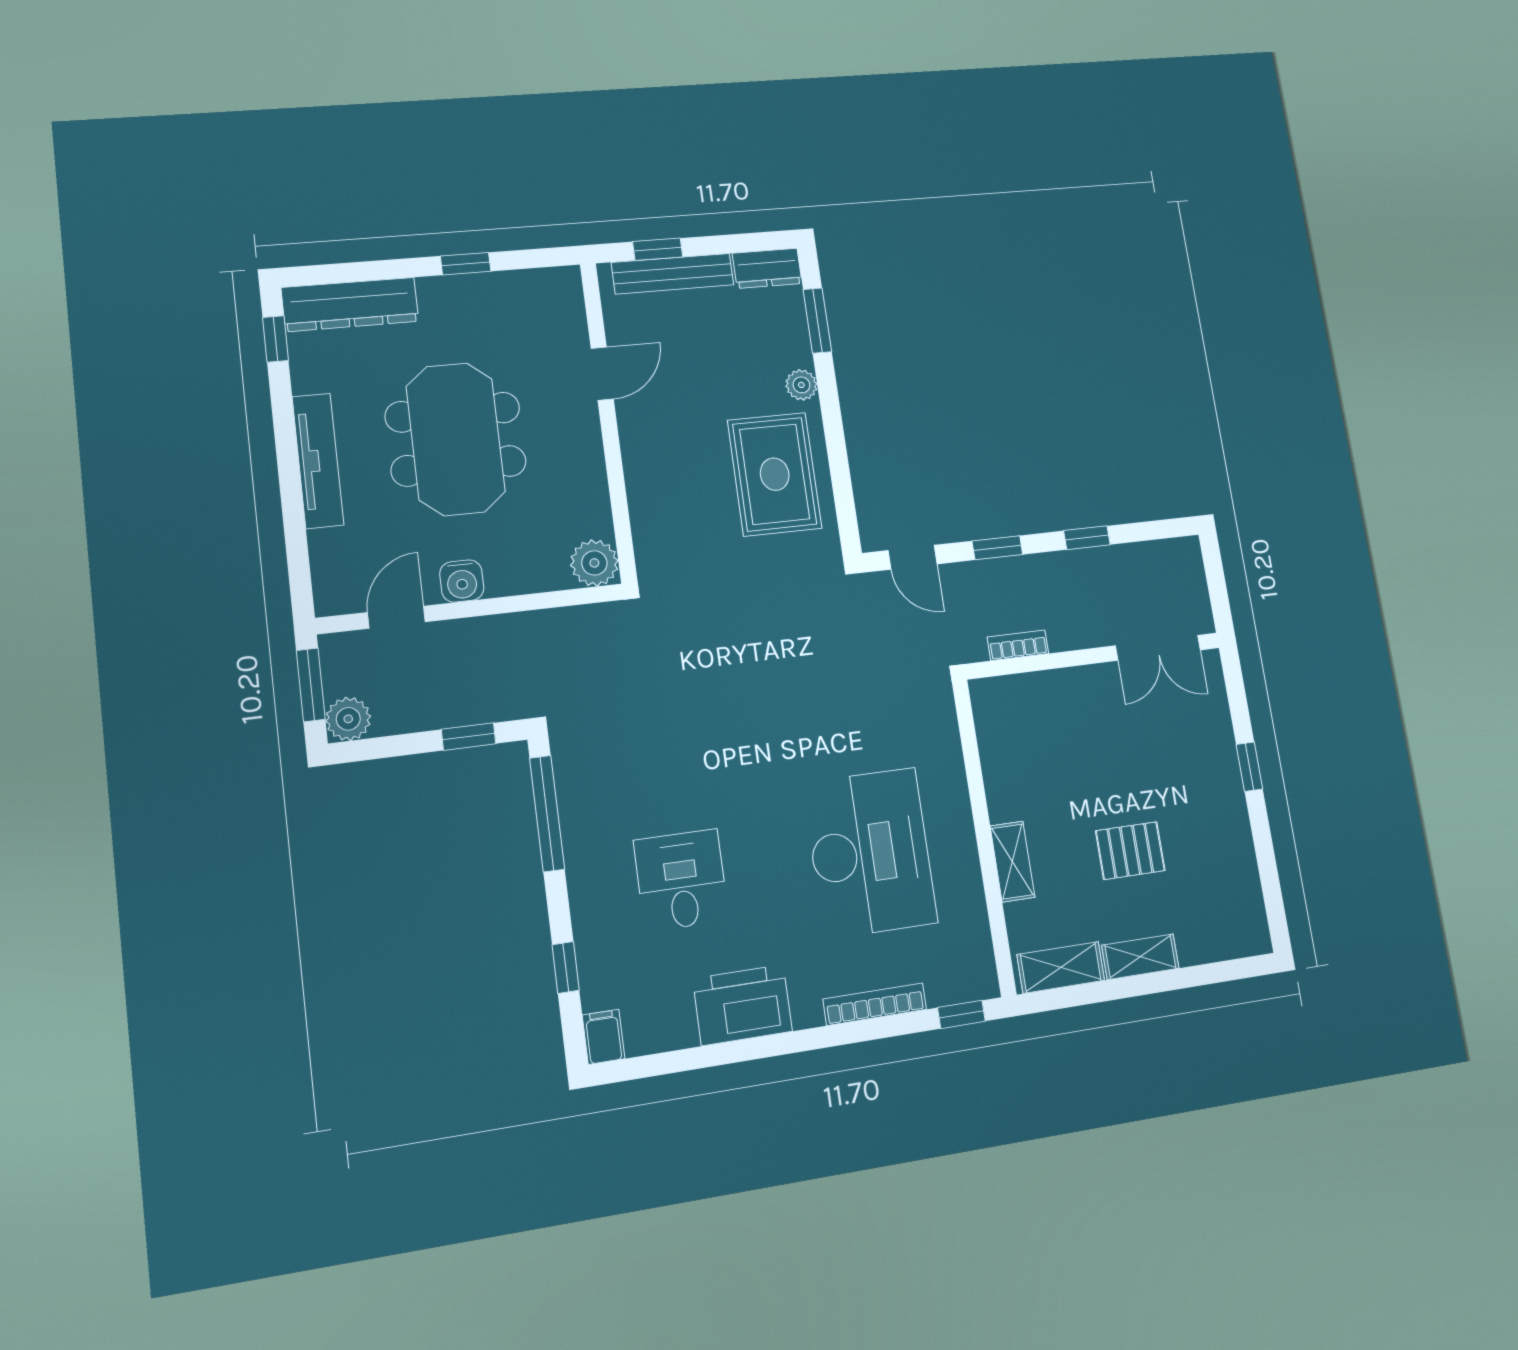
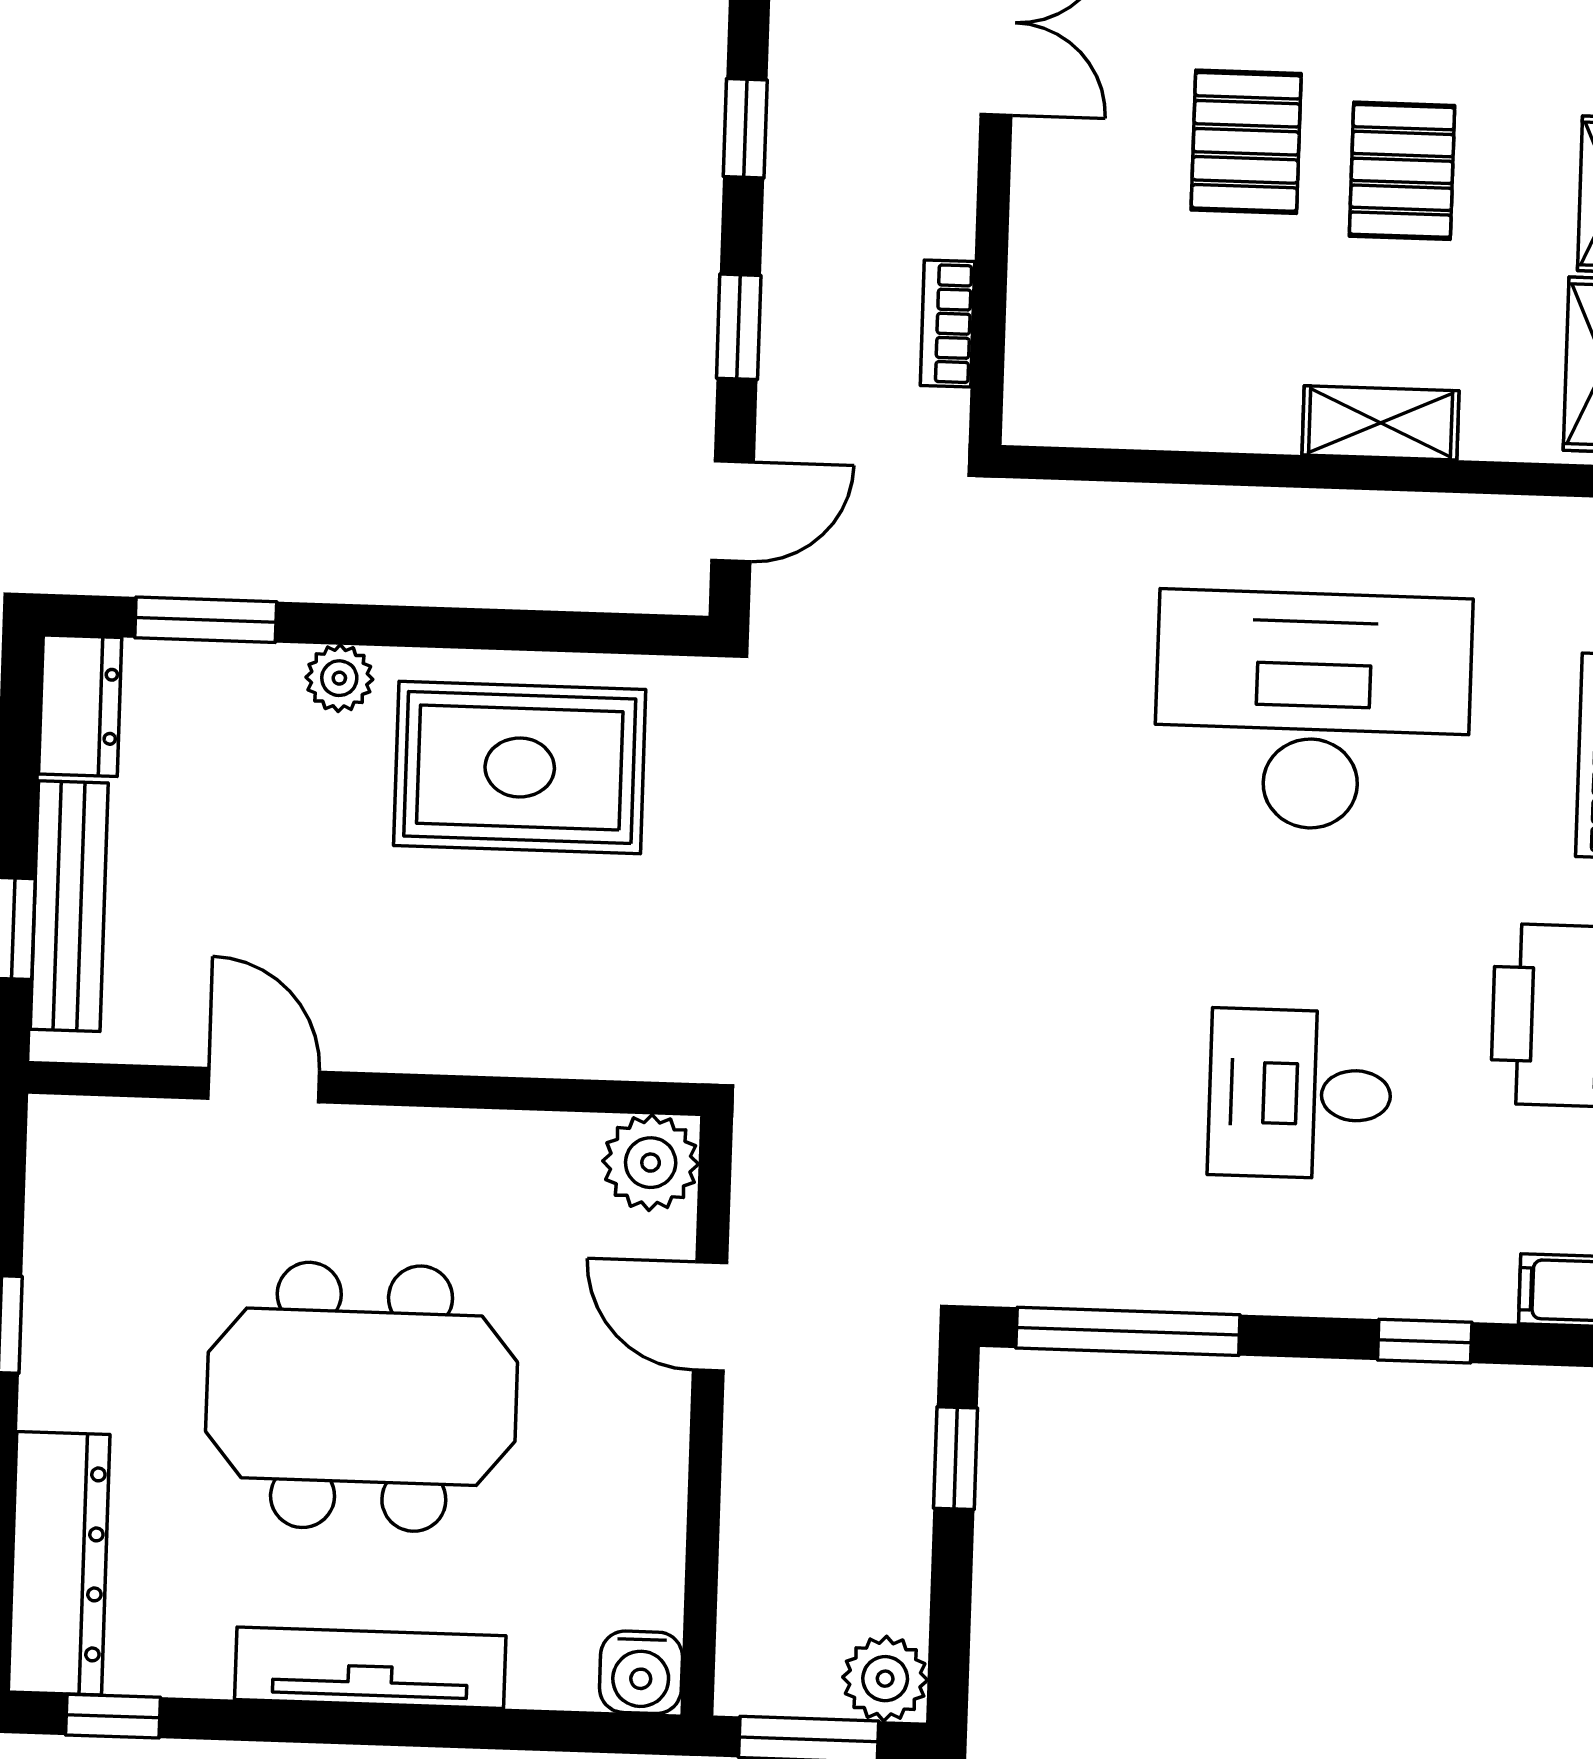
water cooler: (462, 581) -> (641, 1672), moved, turned 90
door: (397, 617) -> (710, 1316), moved
pallet: (1128, 773) -> (1246, 142), added

